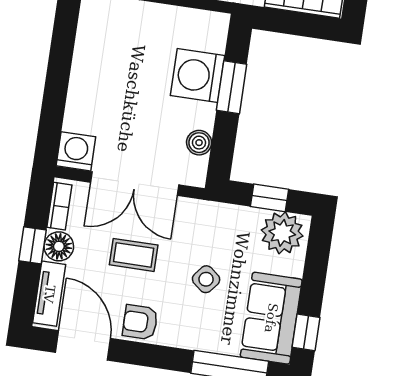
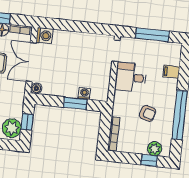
washing machine: (198, 76) -> (84, 94), width x0.53, depth x0.53
boiler: (199, 143) -> (36, 88), moved

